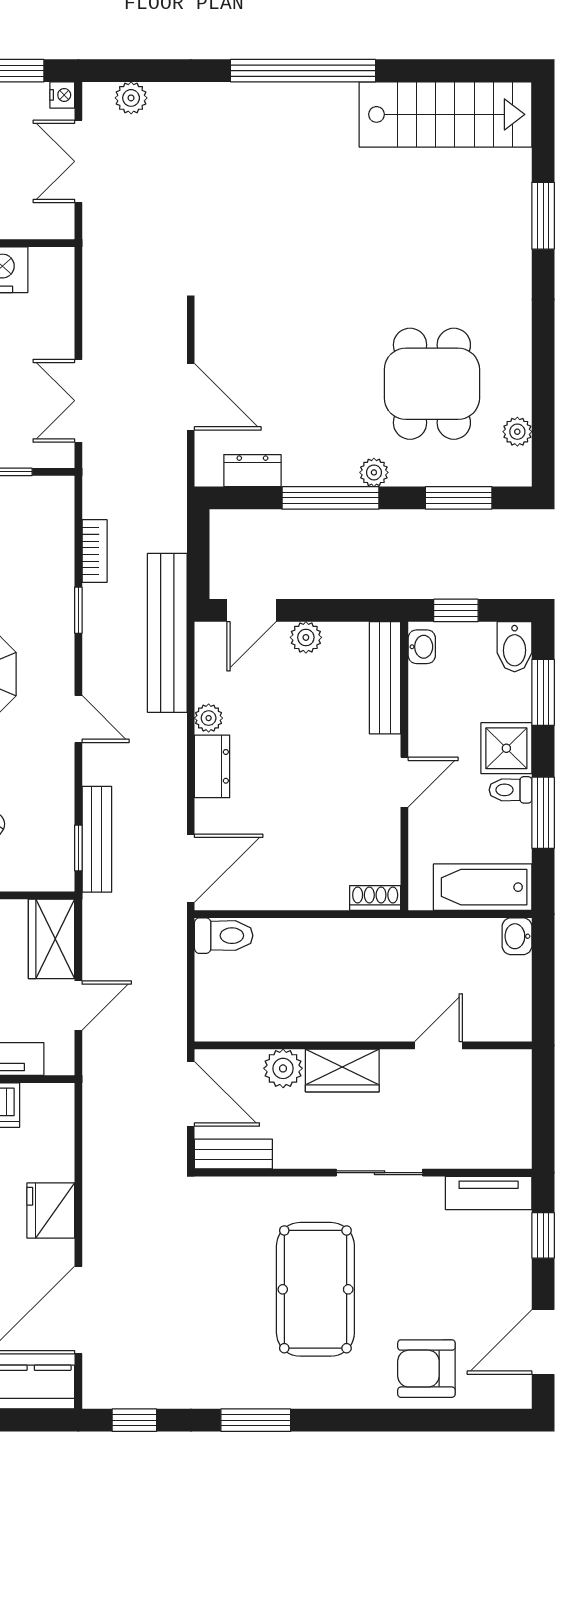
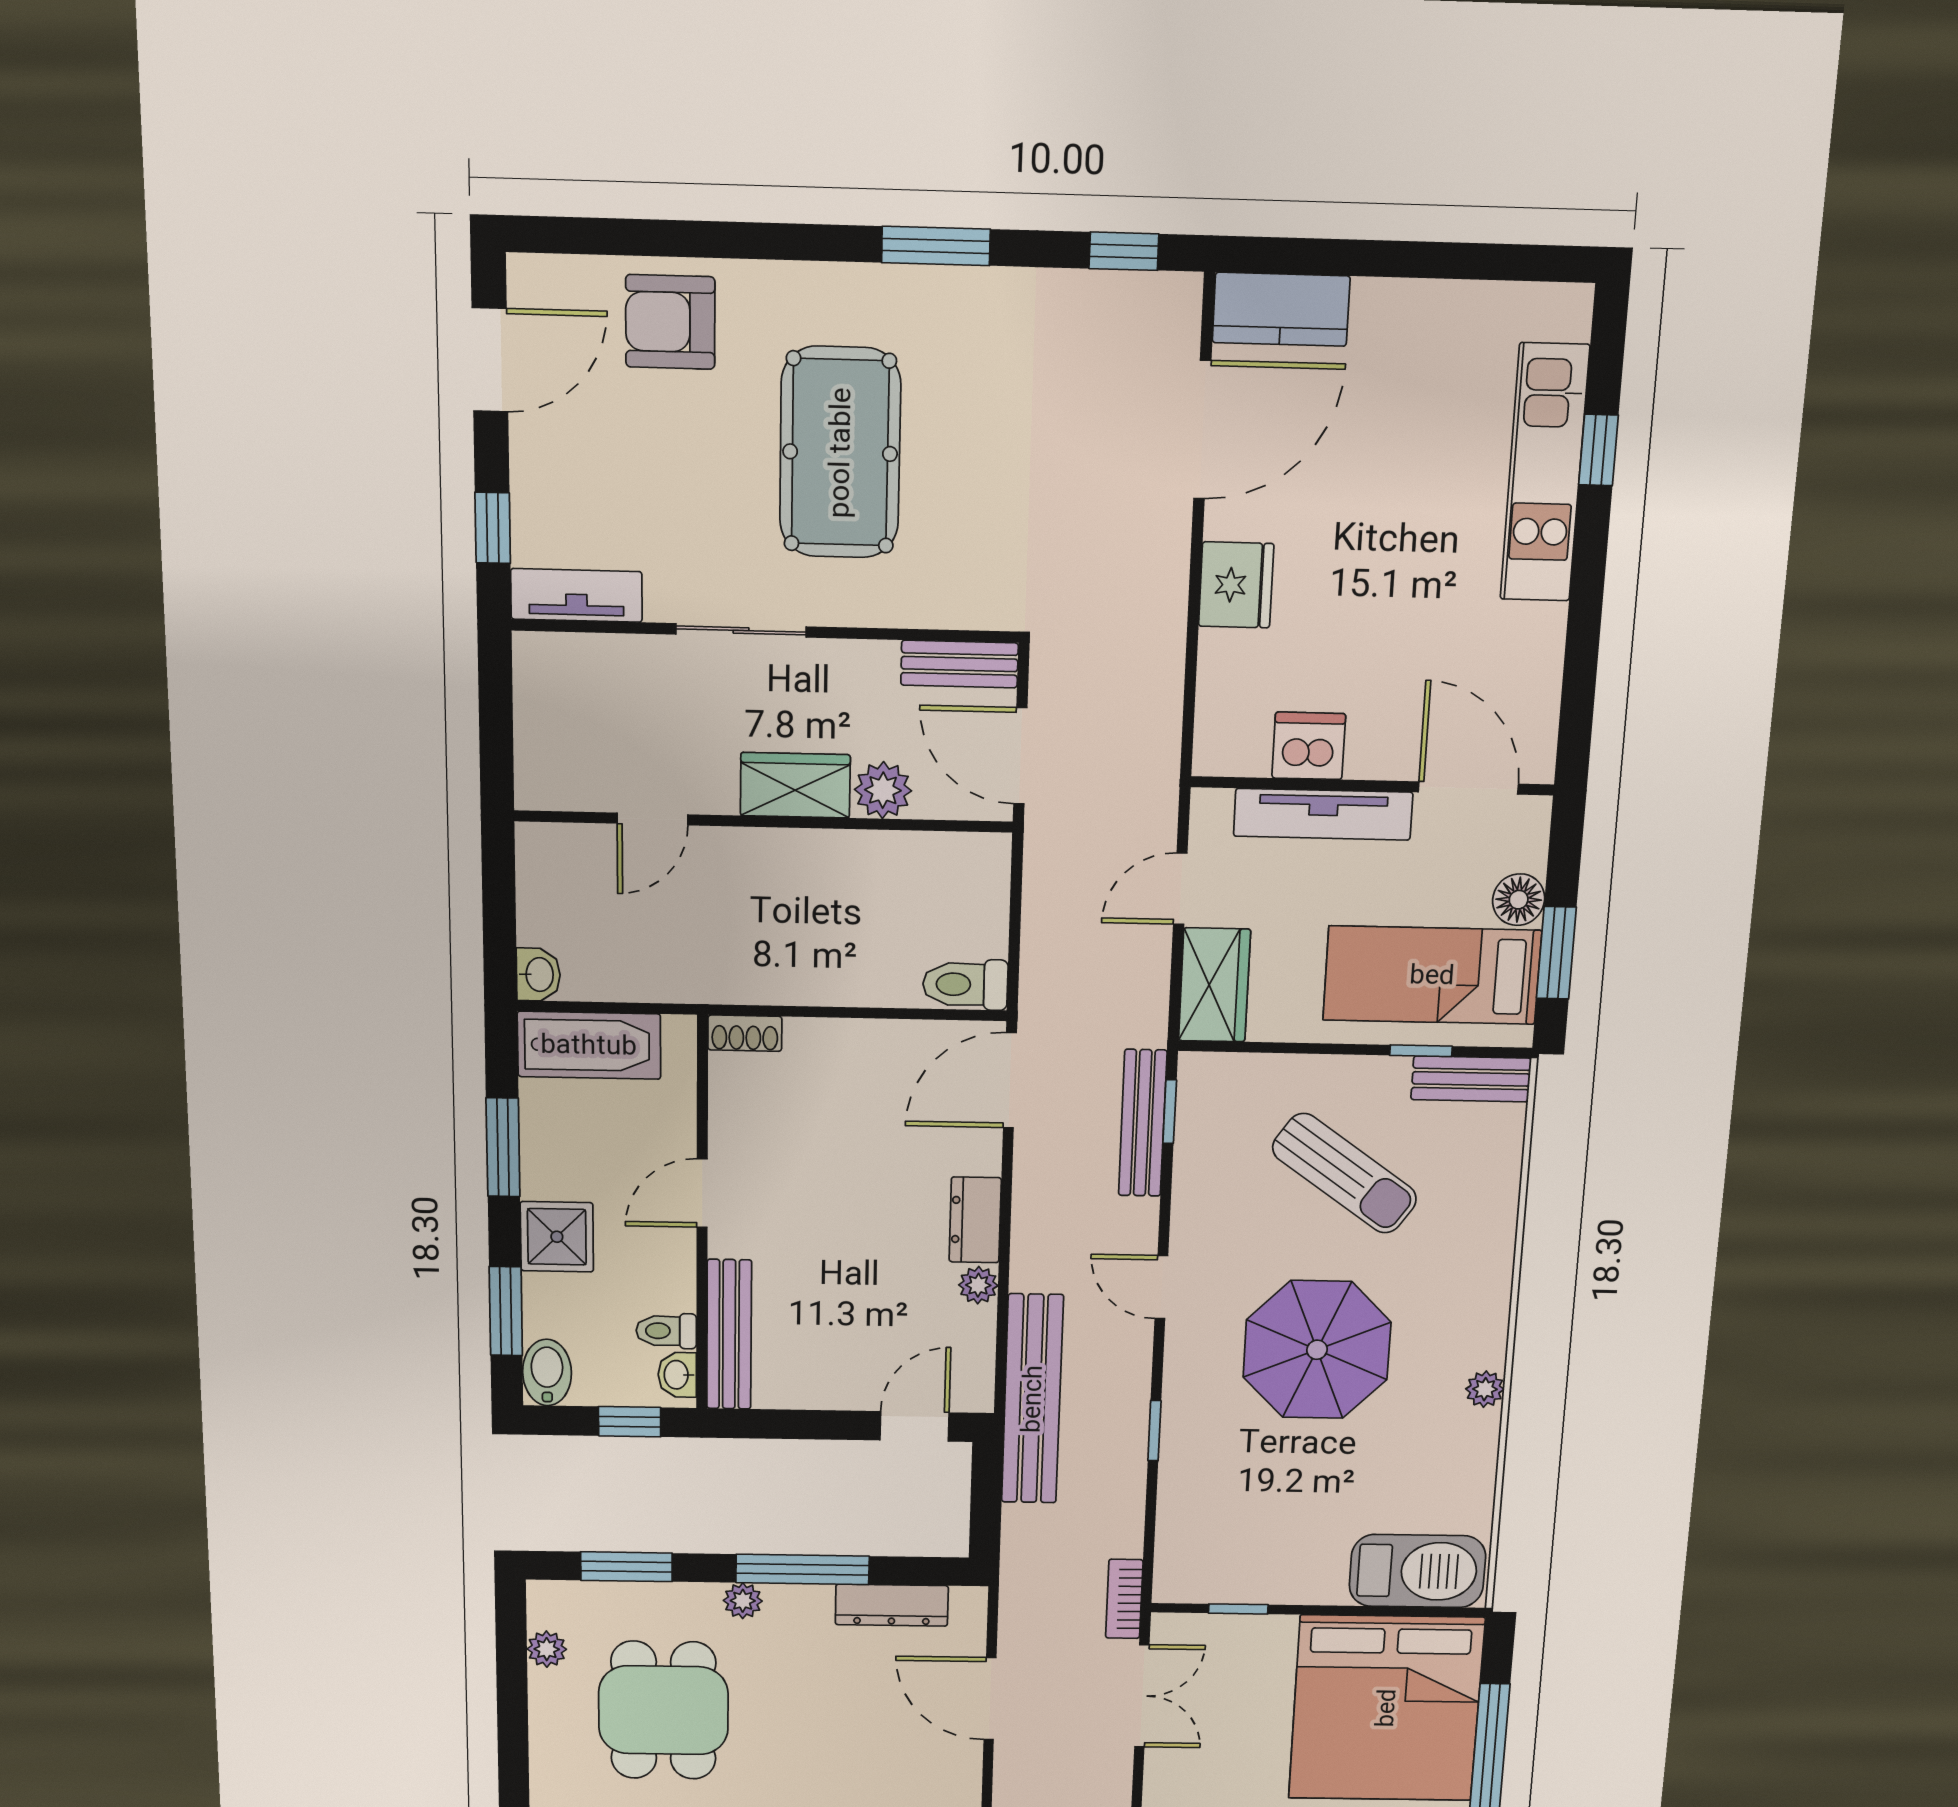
dresser: (252, 471) -> (892, 1605), width x1.44
bookcase: (95, 551) -> (1124, 1599), moved
plant: (306, 637) -> (839, 1390), removed
toilet: (510, 790) -> (666, 1331), moved, turned 180
armchair: (426, 1369) -> (670, 322), turned 180

